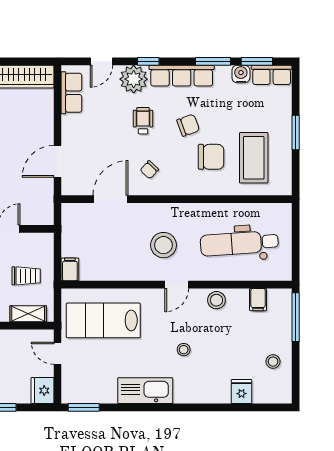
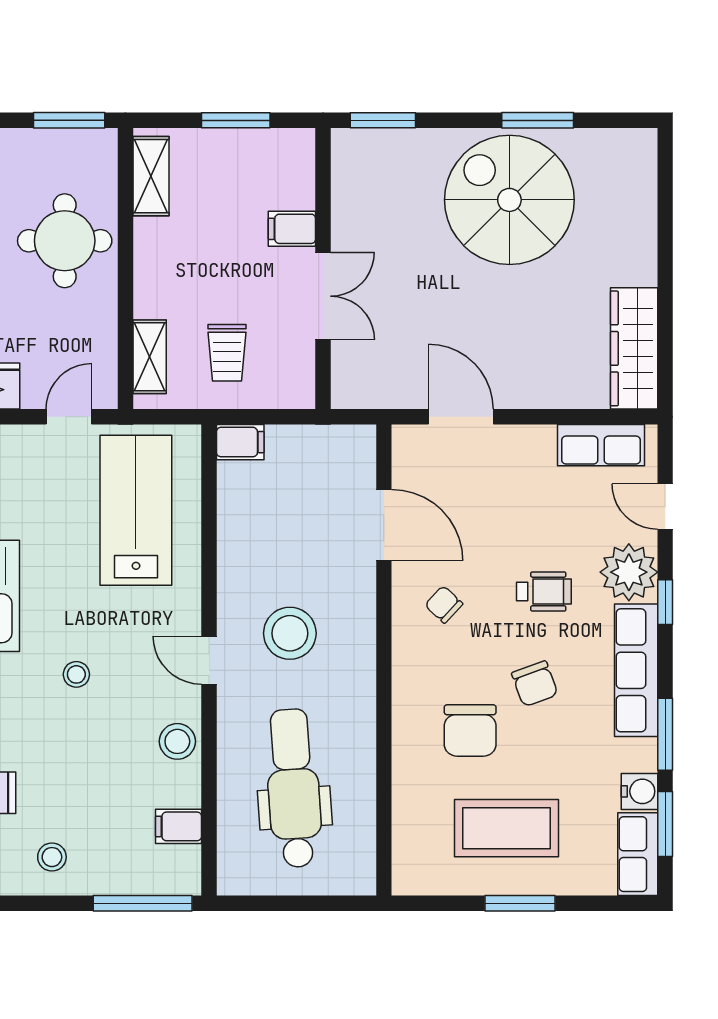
coffee table: (254, 158) -> (507, 828), moved

